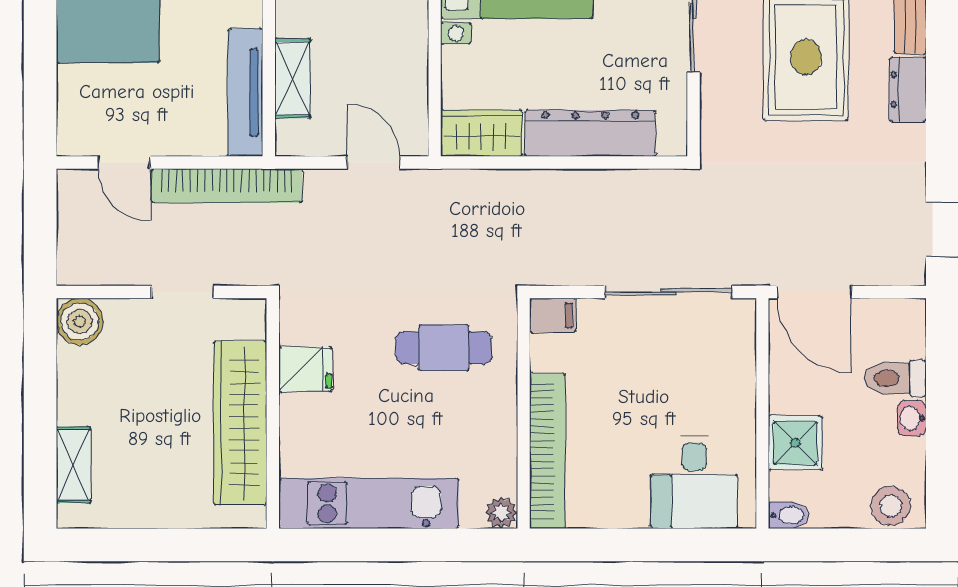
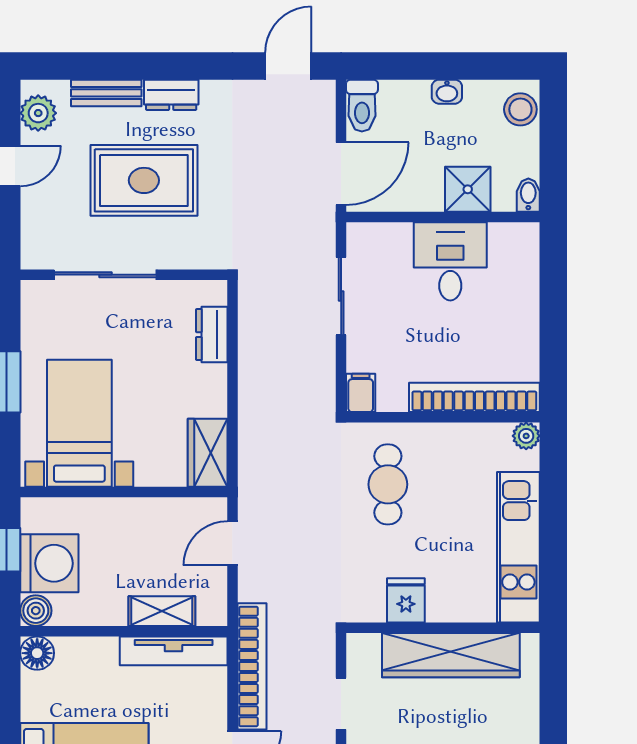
dresser: (590, 133) -> (212, 335), width x0.51, depth x0.80
sliding door: (668, 292) -> (341, 296), width x0.73
toilet: (895, 378) -> (362, 106), moved
desk: (694, 482) -> (450, 261), moved, turned -90

